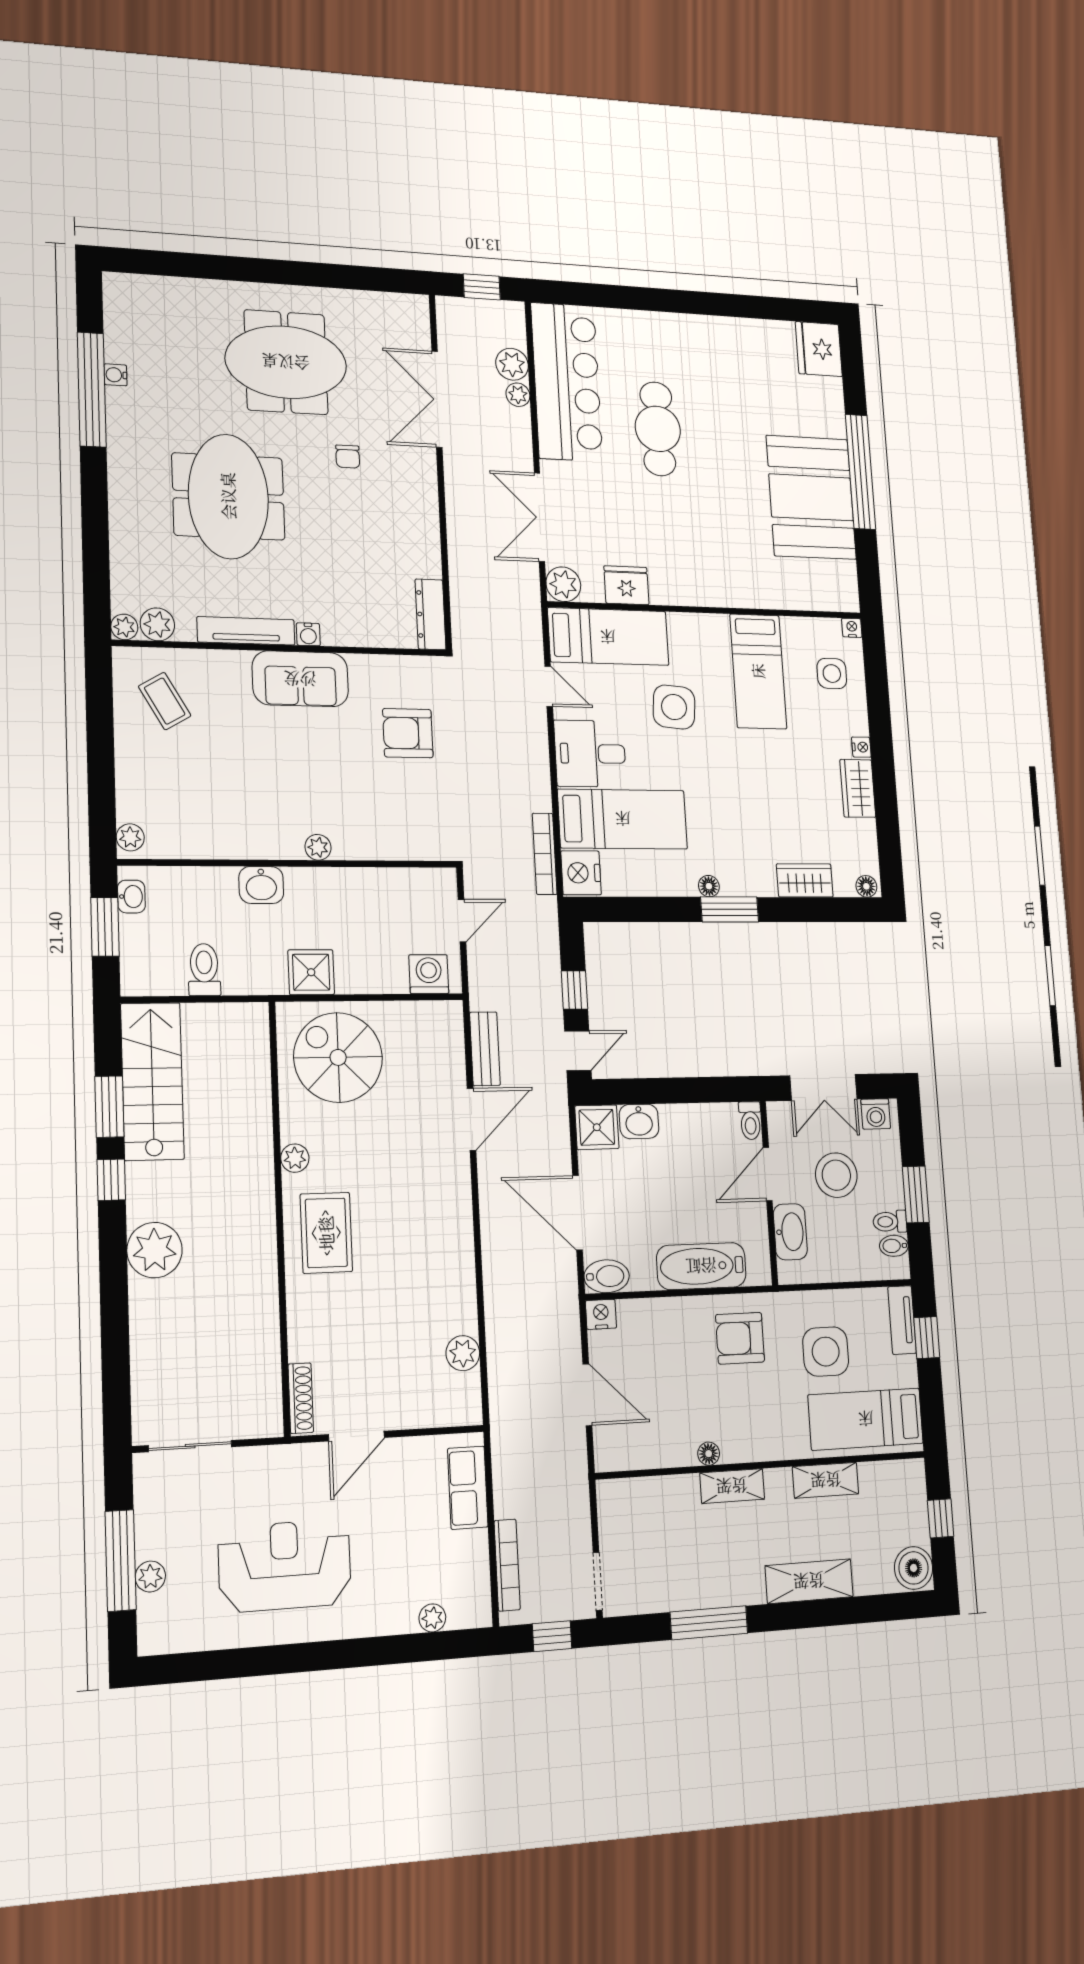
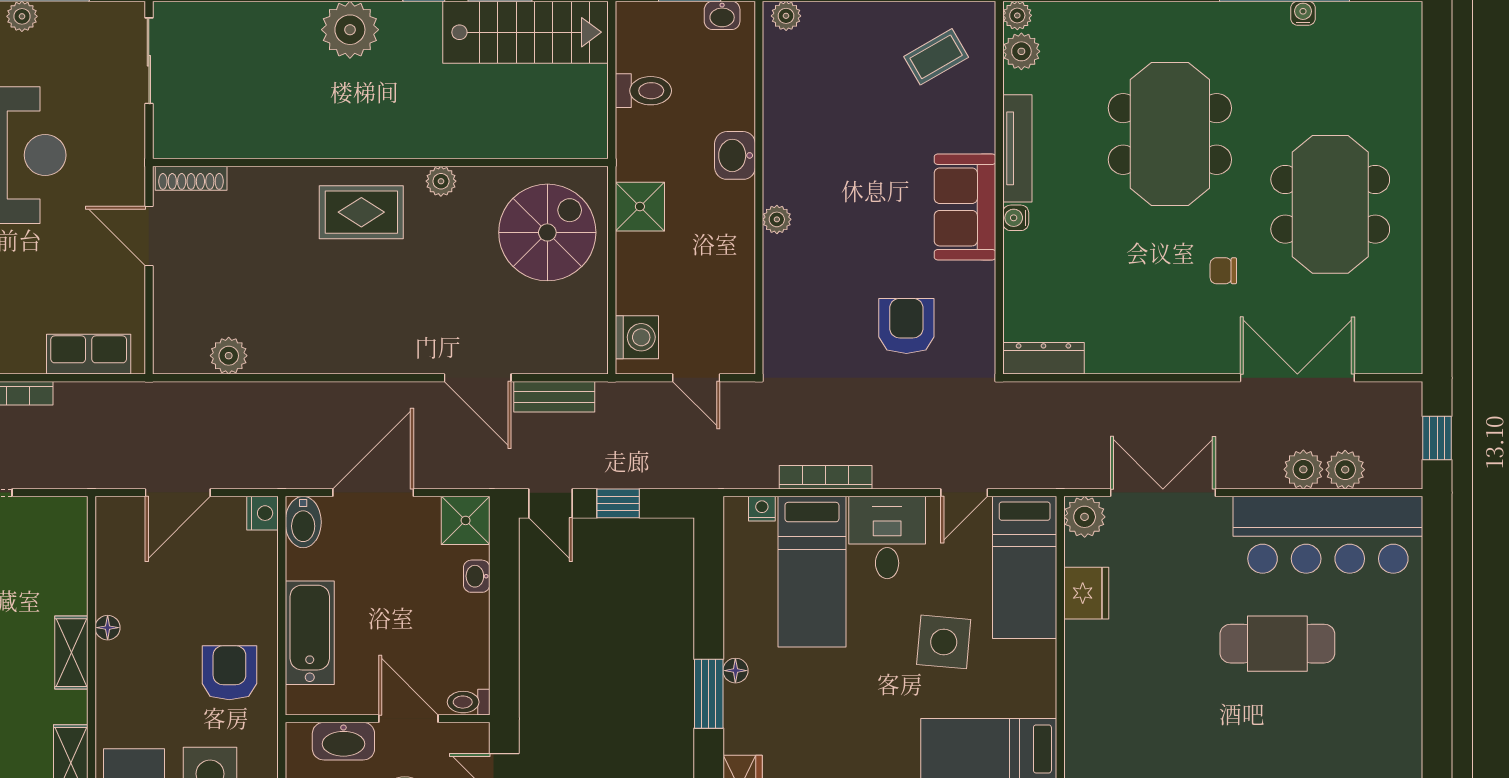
plant: (518, 395) -> (1303, 469), width x1.38, depth x1.38
meeting table: (228, 496) -> (1170, 134), turned 90
bookcase: (545, 854) -> (826, 477), moved
nightstand: (581, 873) -> (762, 509), width x0.53, depth x0.56
washbasin: (639, 1121) -> (477, 576), width x0.72, depth x0.69

